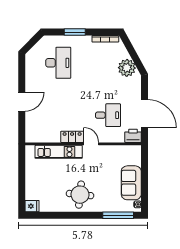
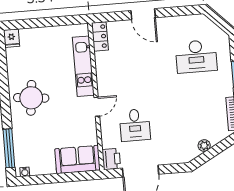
plant: (127, 68) -> (204, 146), width x0.53, depth x0.53
locker: (72, 137) -> (100, 36), moved
sofa: (131, 183) -> (78, 159), moved

